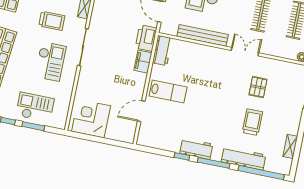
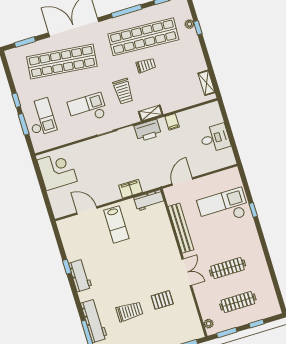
printer: (146, 38) -> (148, 131), moved, turned 180
checkout: (50, 62) -> (87, 109), turned 180
window: (214, 163) -> (76, 297), removed

